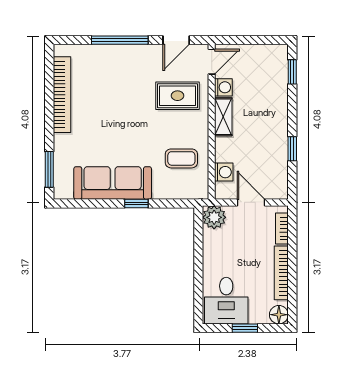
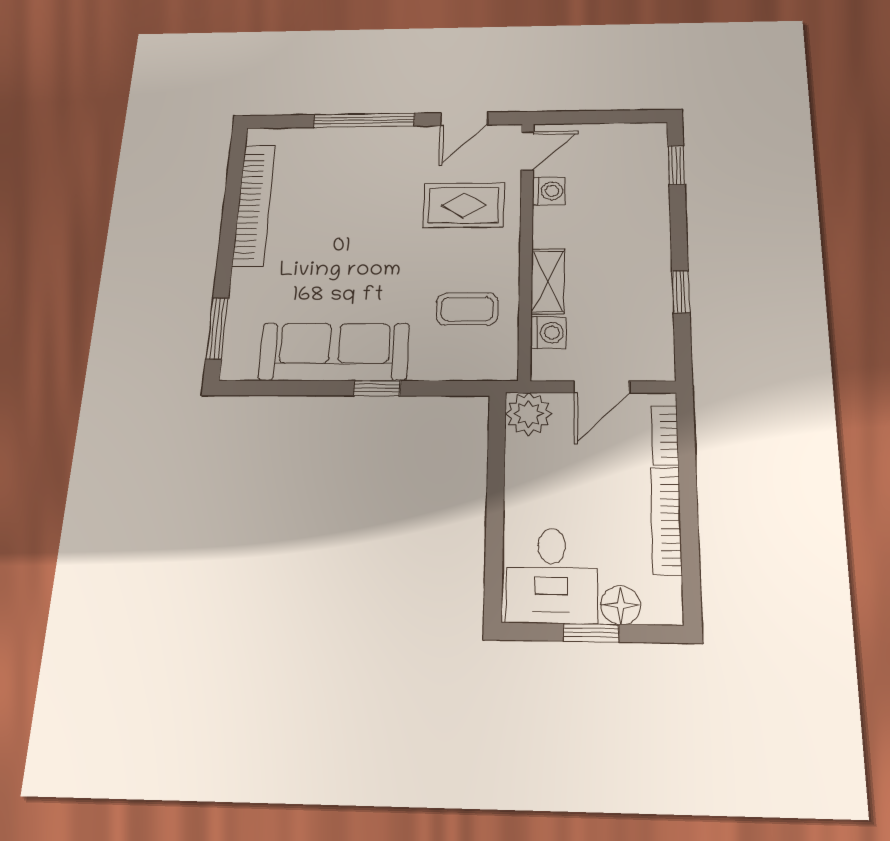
shelving: (223, 117) -> (548, 281), moved
door: (251, 202) -> (602, 387), swing flipped
floor lamp: (279, 315) -> (621, 605), moved

